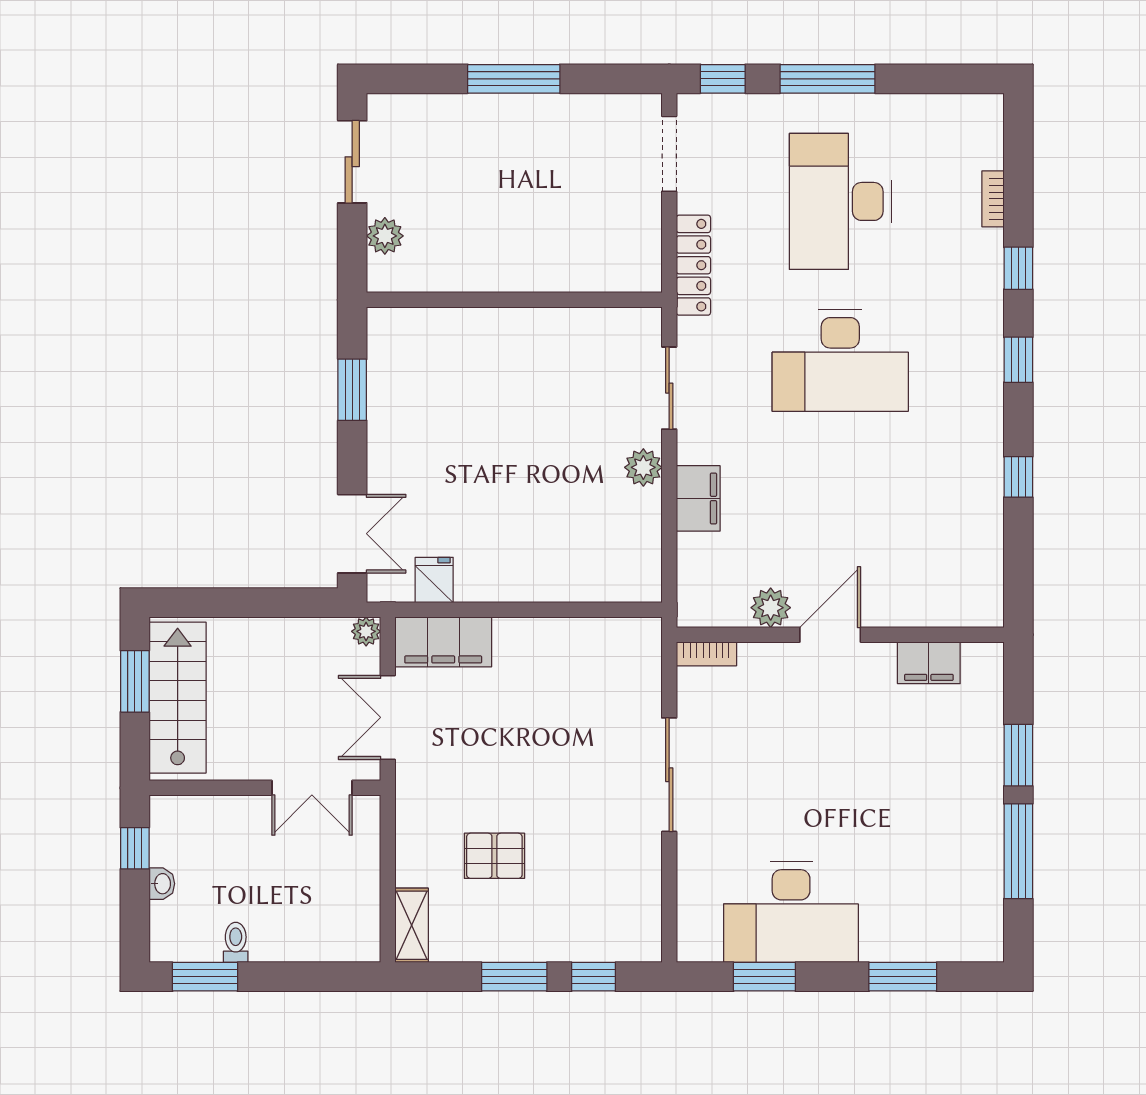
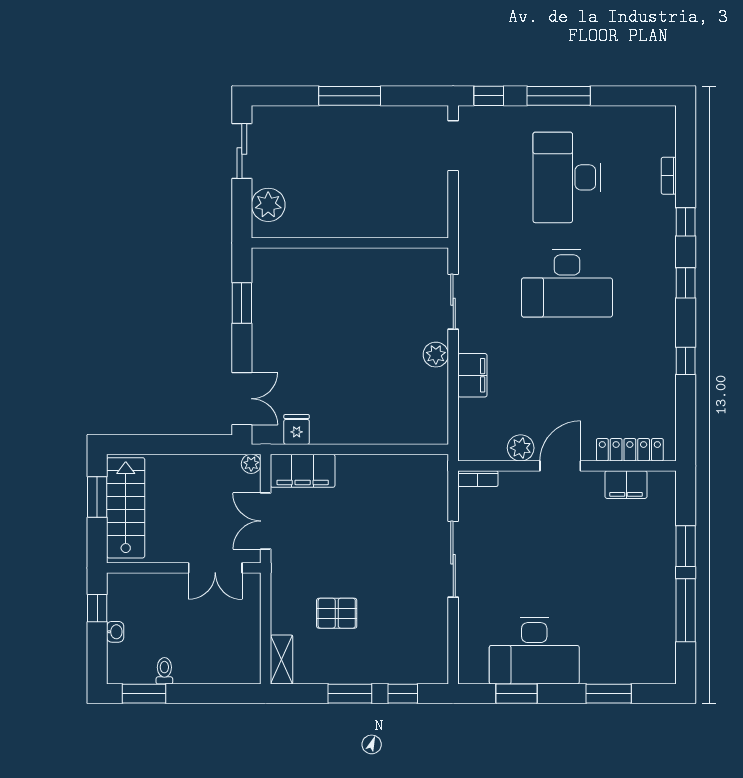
plant: (385, 236) -> (268, 205), width x1.36, depth x1.36
locker: (693, 265) -> (630, 450), moved, turned -90

